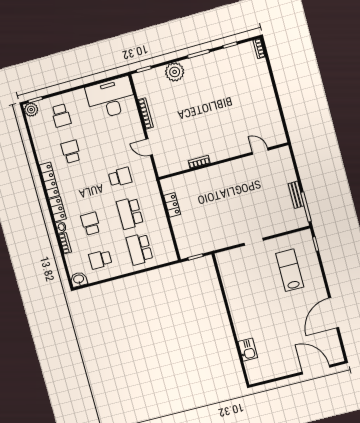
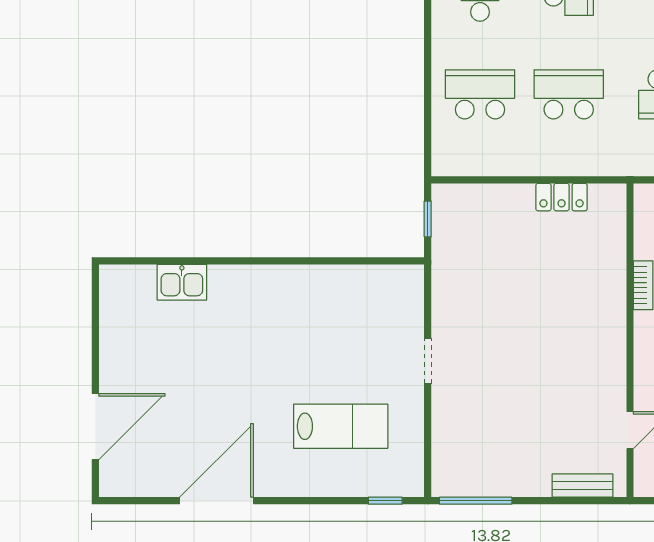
bench: (296, 195) -> (582, 486), moved
door: (334, 313) -> (217, 501), hinge flipped

